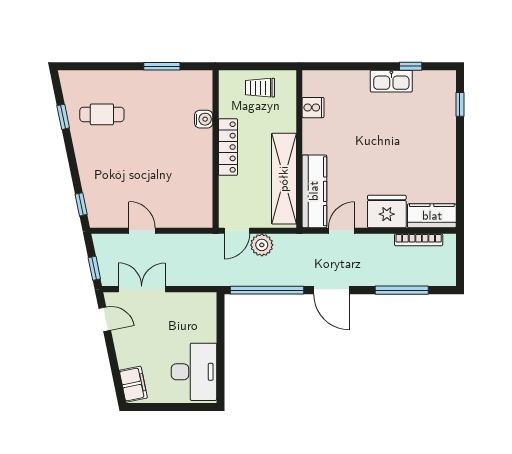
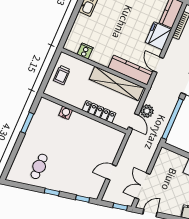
window: (63, 117) -> (52, 192), moved
locker: (228, 147) -> (99, 112), moved

